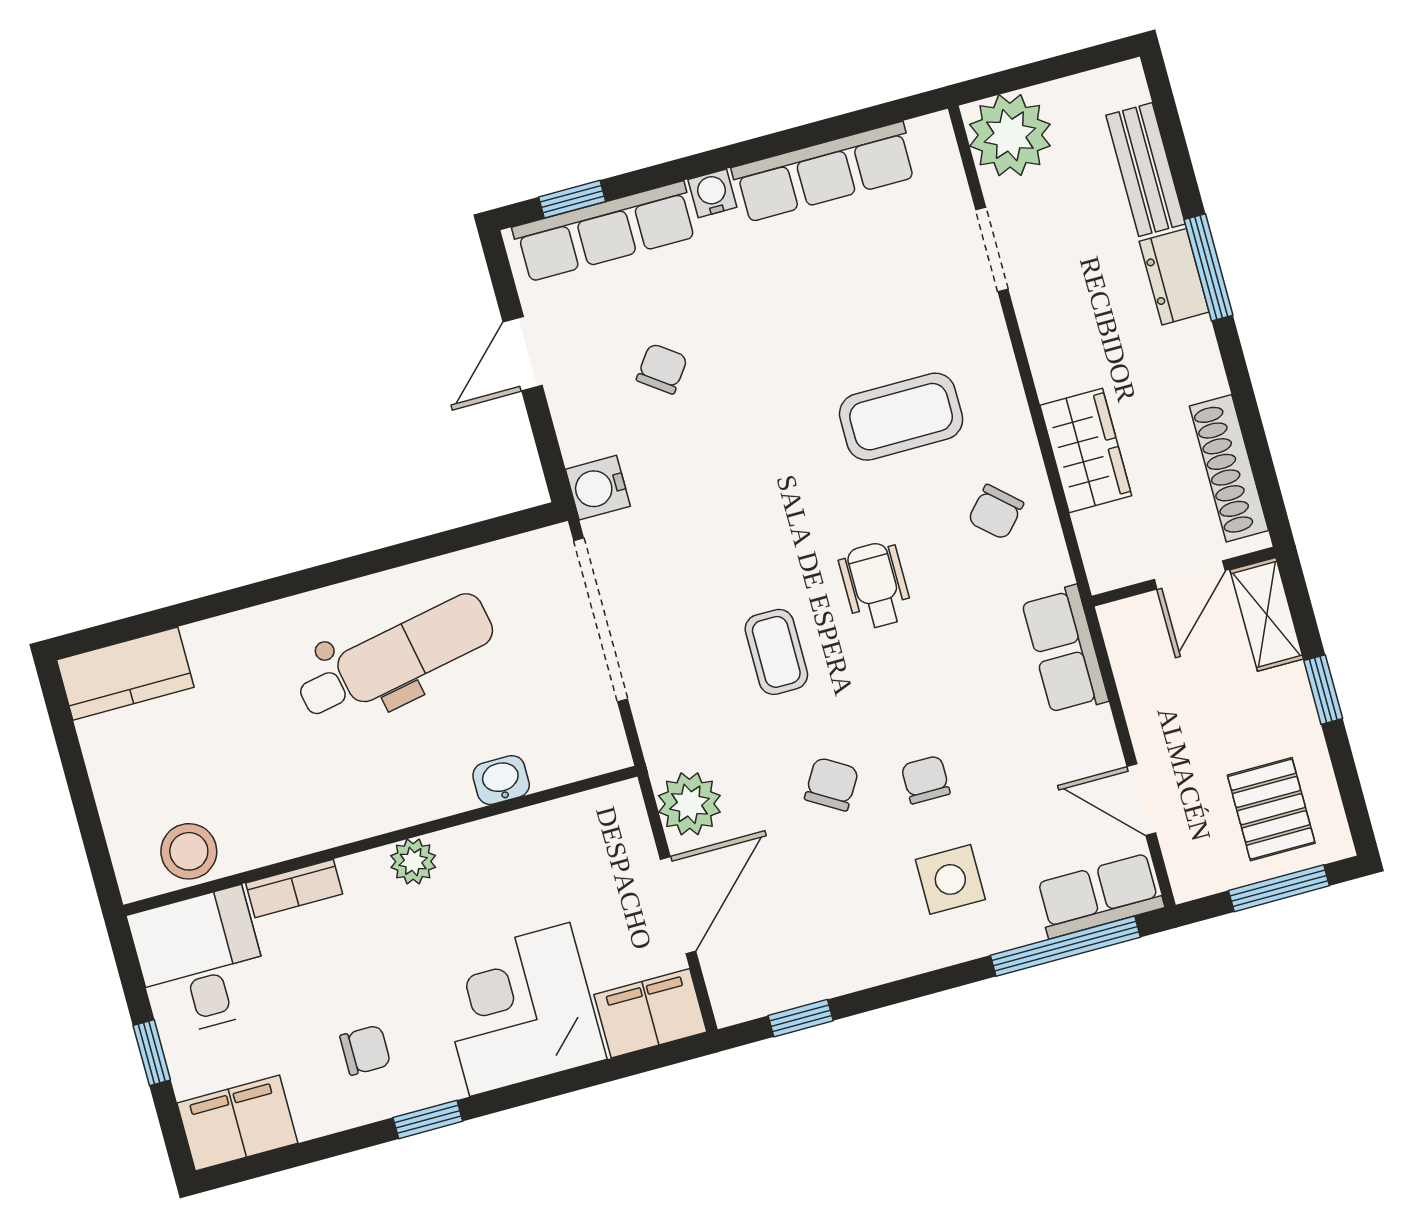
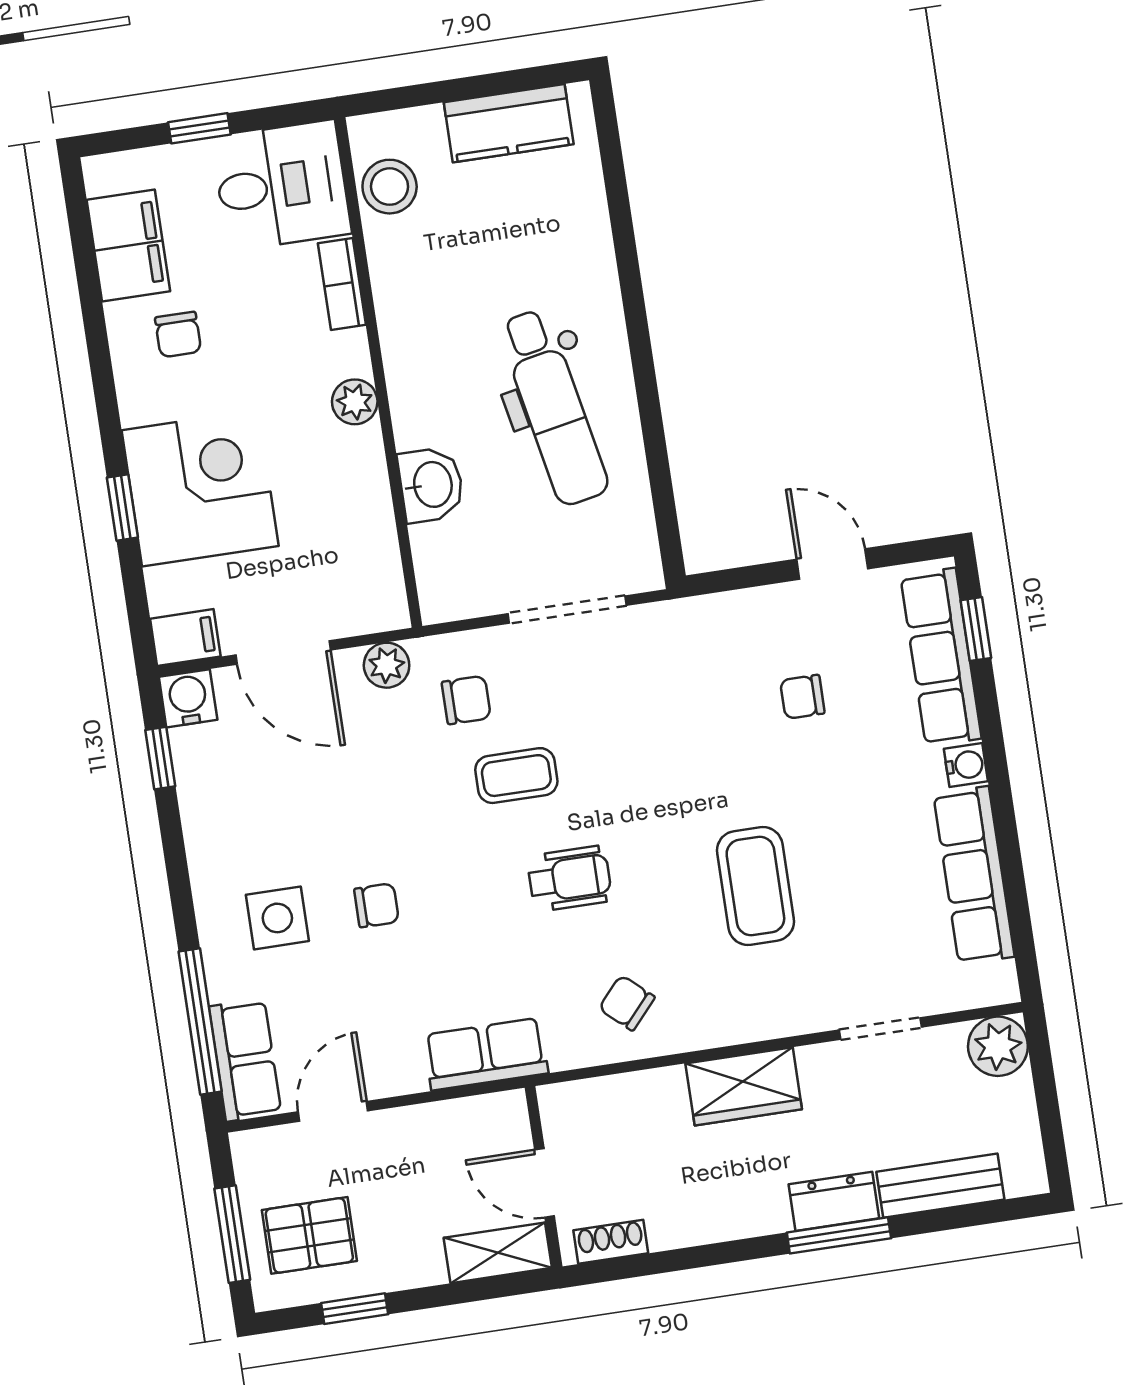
plant: (1010, 135) -> (998, 1046), width x0.73, depth x0.73
chair: (662, 369) -> (802, 697), turned 144
coffee table: (901, 417) -> (755, 886), moved
wardrobe: (1086, 450) -> (744, 1086), moved
shoe rack: (1229, 468) -> (611, 1242), width x0.51, depth x0.81
water cooler: (598, 488) -> (188, 698), moved
doorway: (601, 620) -> (567, 610), width x0.73
kitchen counter: (125, 674) -> (509, 123), moved, turned -90
window: (1323, 690) -> (355, 1309), moved
washbasin: (501, 780) -> (431, 485), width x1.38, depth x1.45
chair: (831, 784) -> (466, 700), moved, turned -31
plant: (689, 804) -> (387, 665), width x0.73, depth x0.73
filing cabinet: (650, 1013) -> (185, 638), width x0.50
window: (428, 1119) -> (122, 508), moved
filing cabinet: (237, 1123) -> (128, 246), moved

